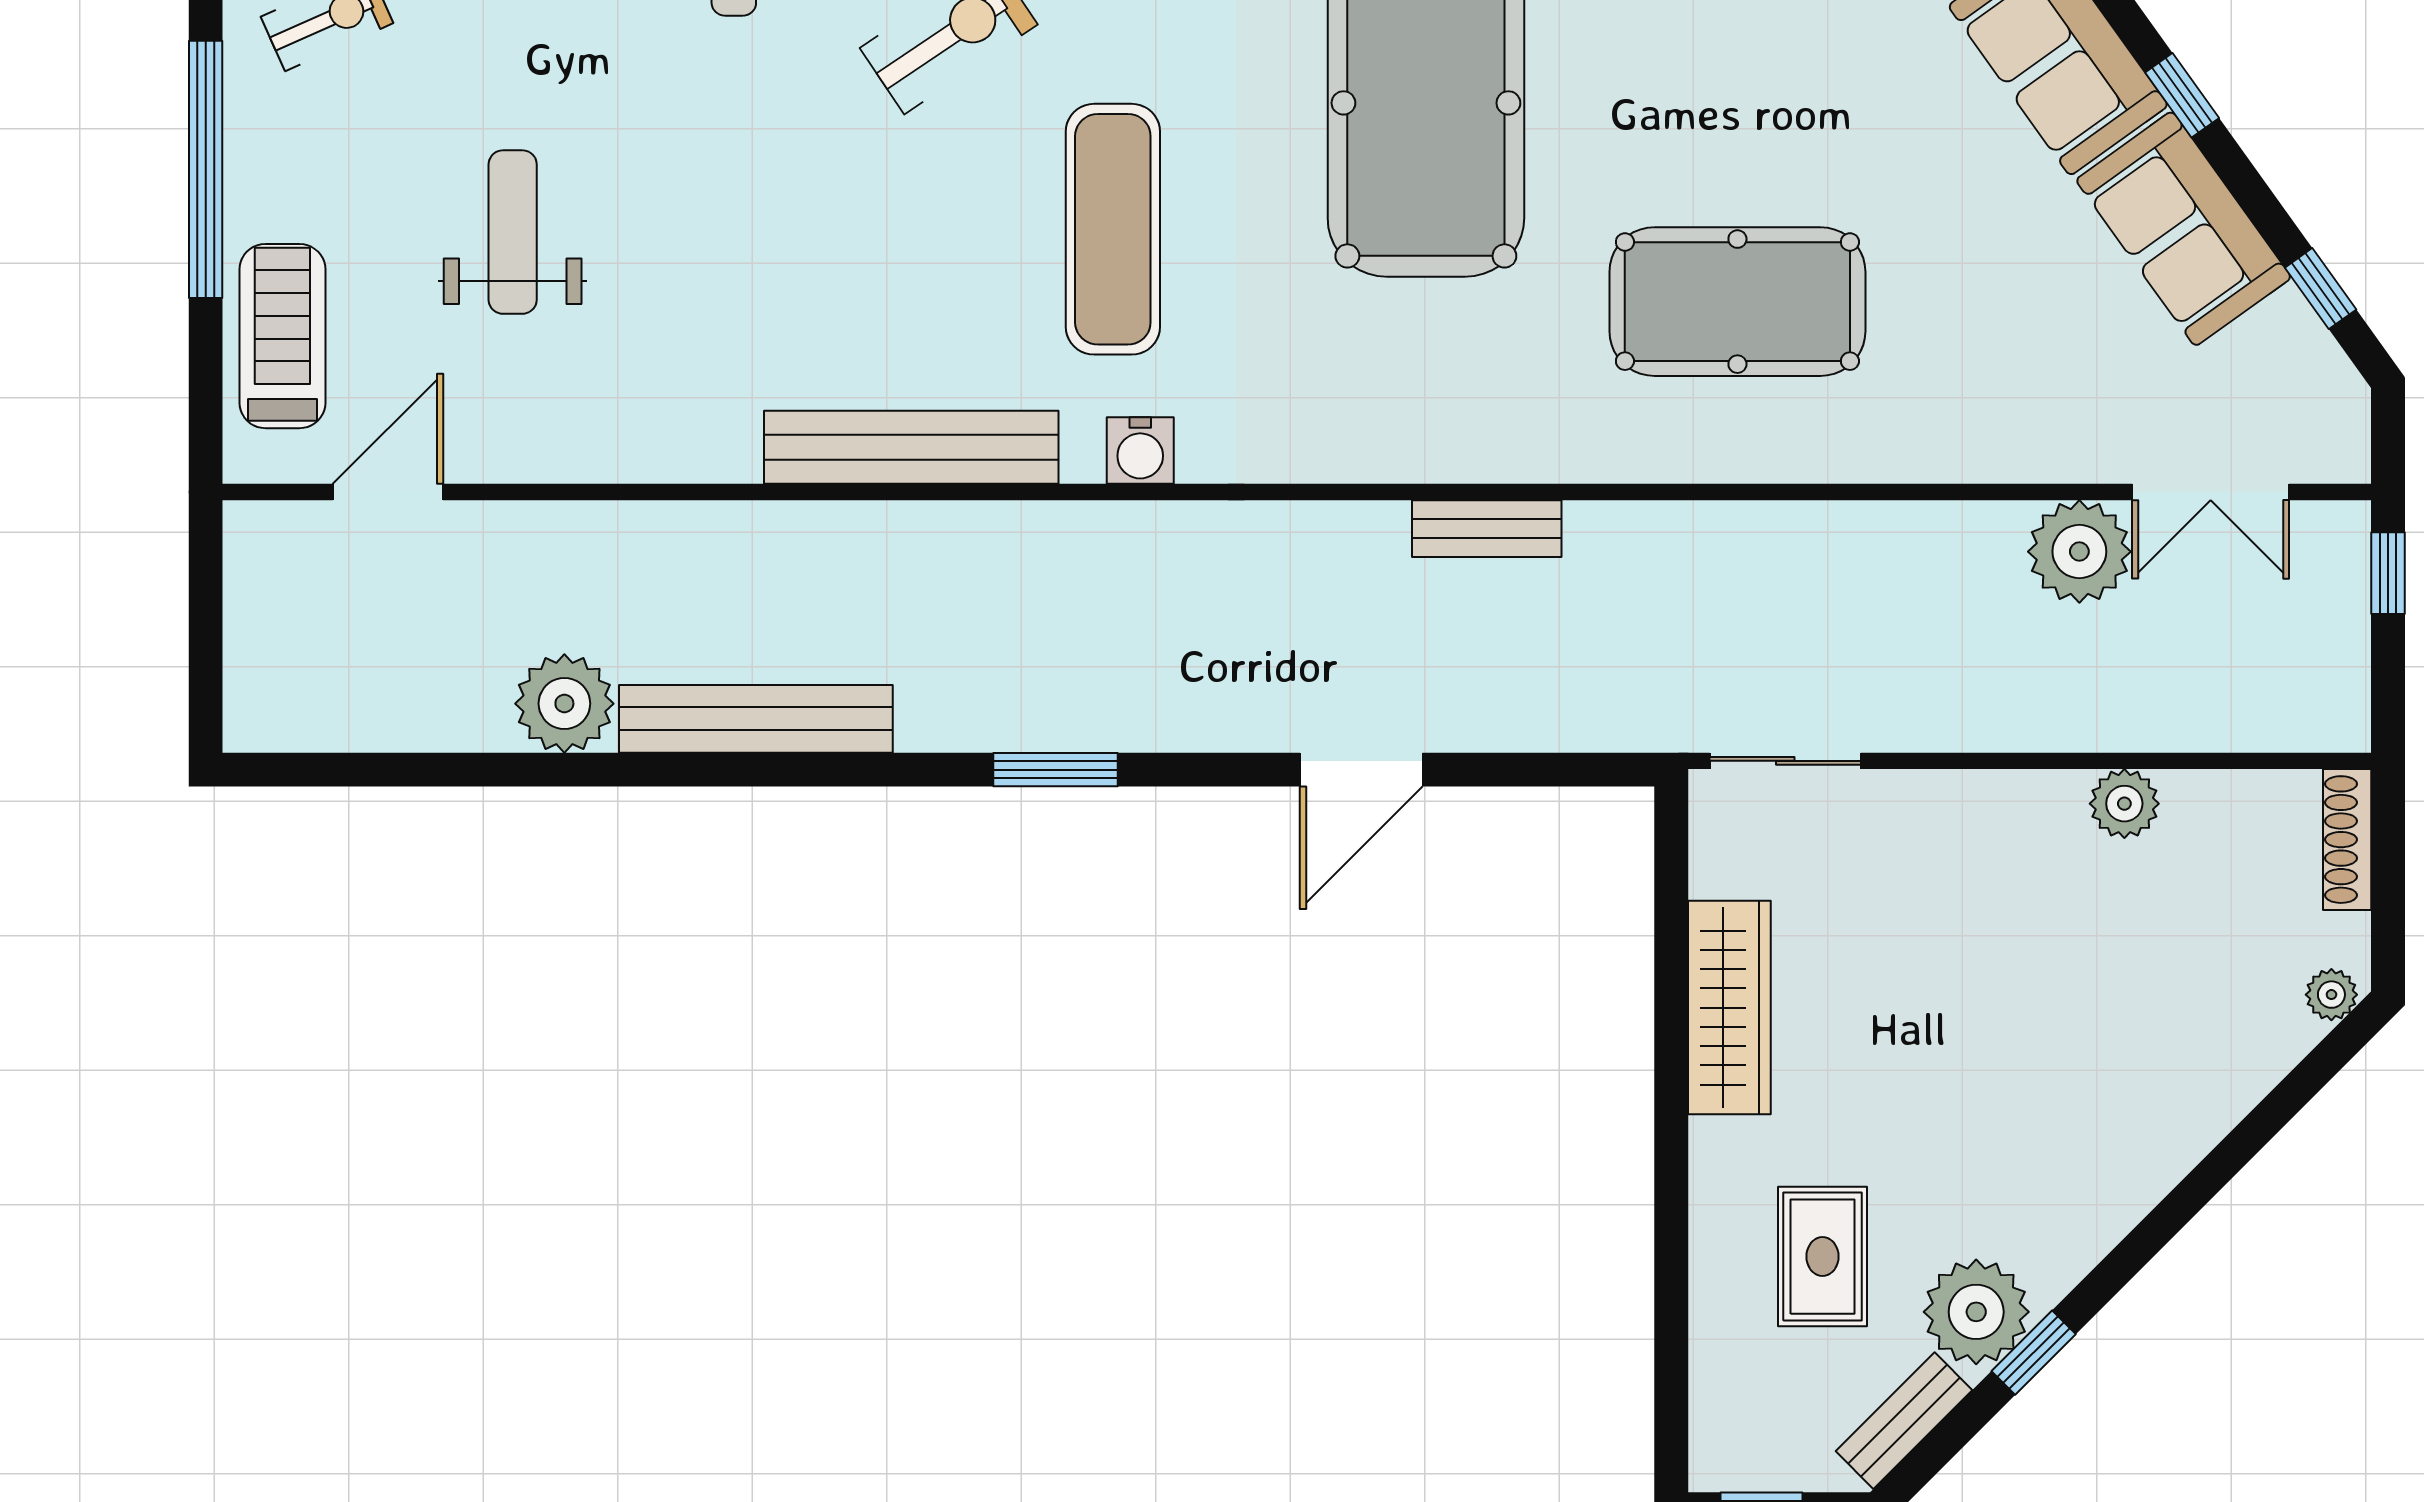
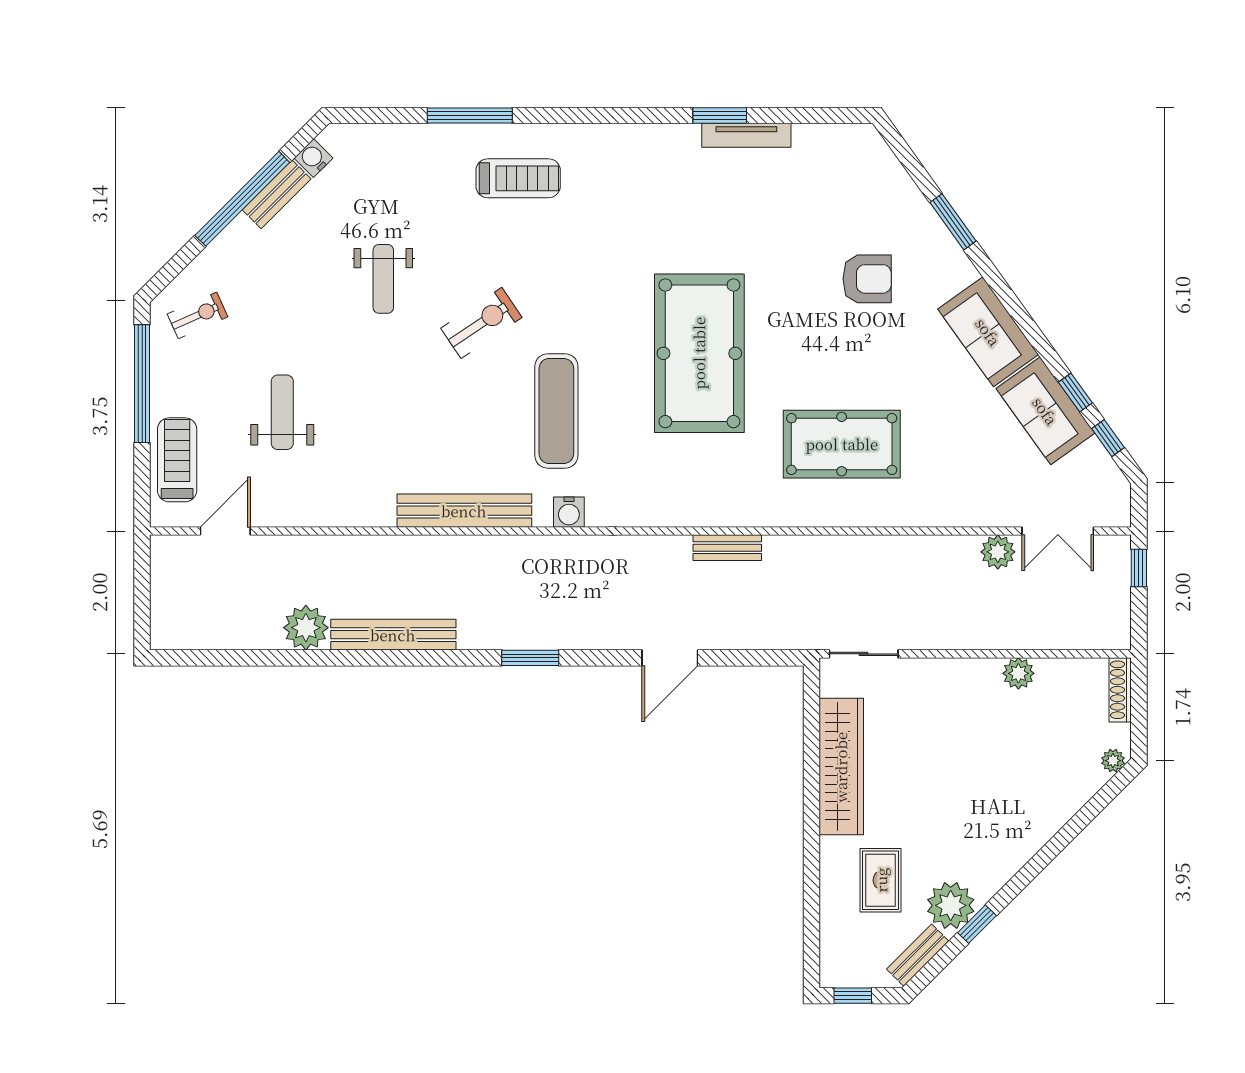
window: (2182, 95) -> (1075, 393), moved
plant: (2079, 552) -> (998, 552), width x0.73, depth x0.73
wardrobe: (1729, 1008) -> (841, 767), width x1.40, depth x1.17

